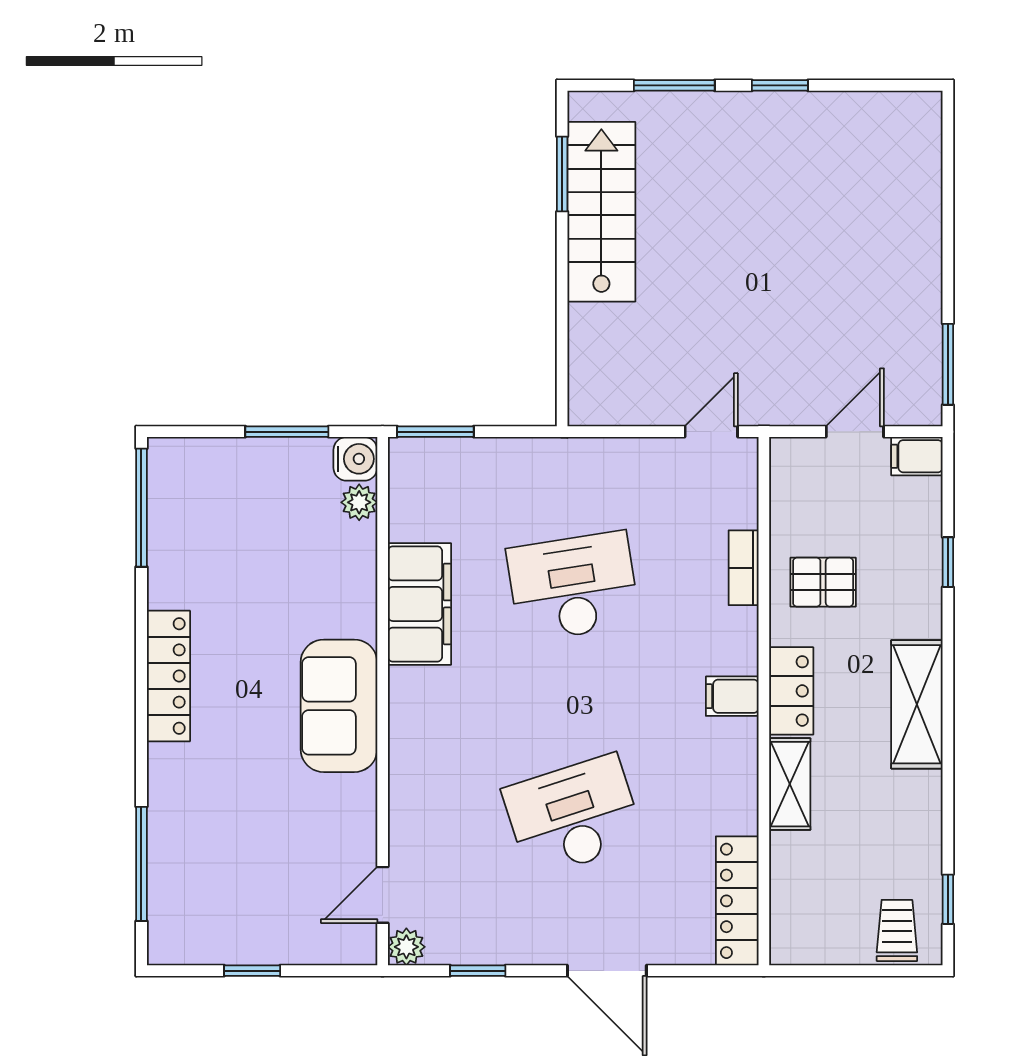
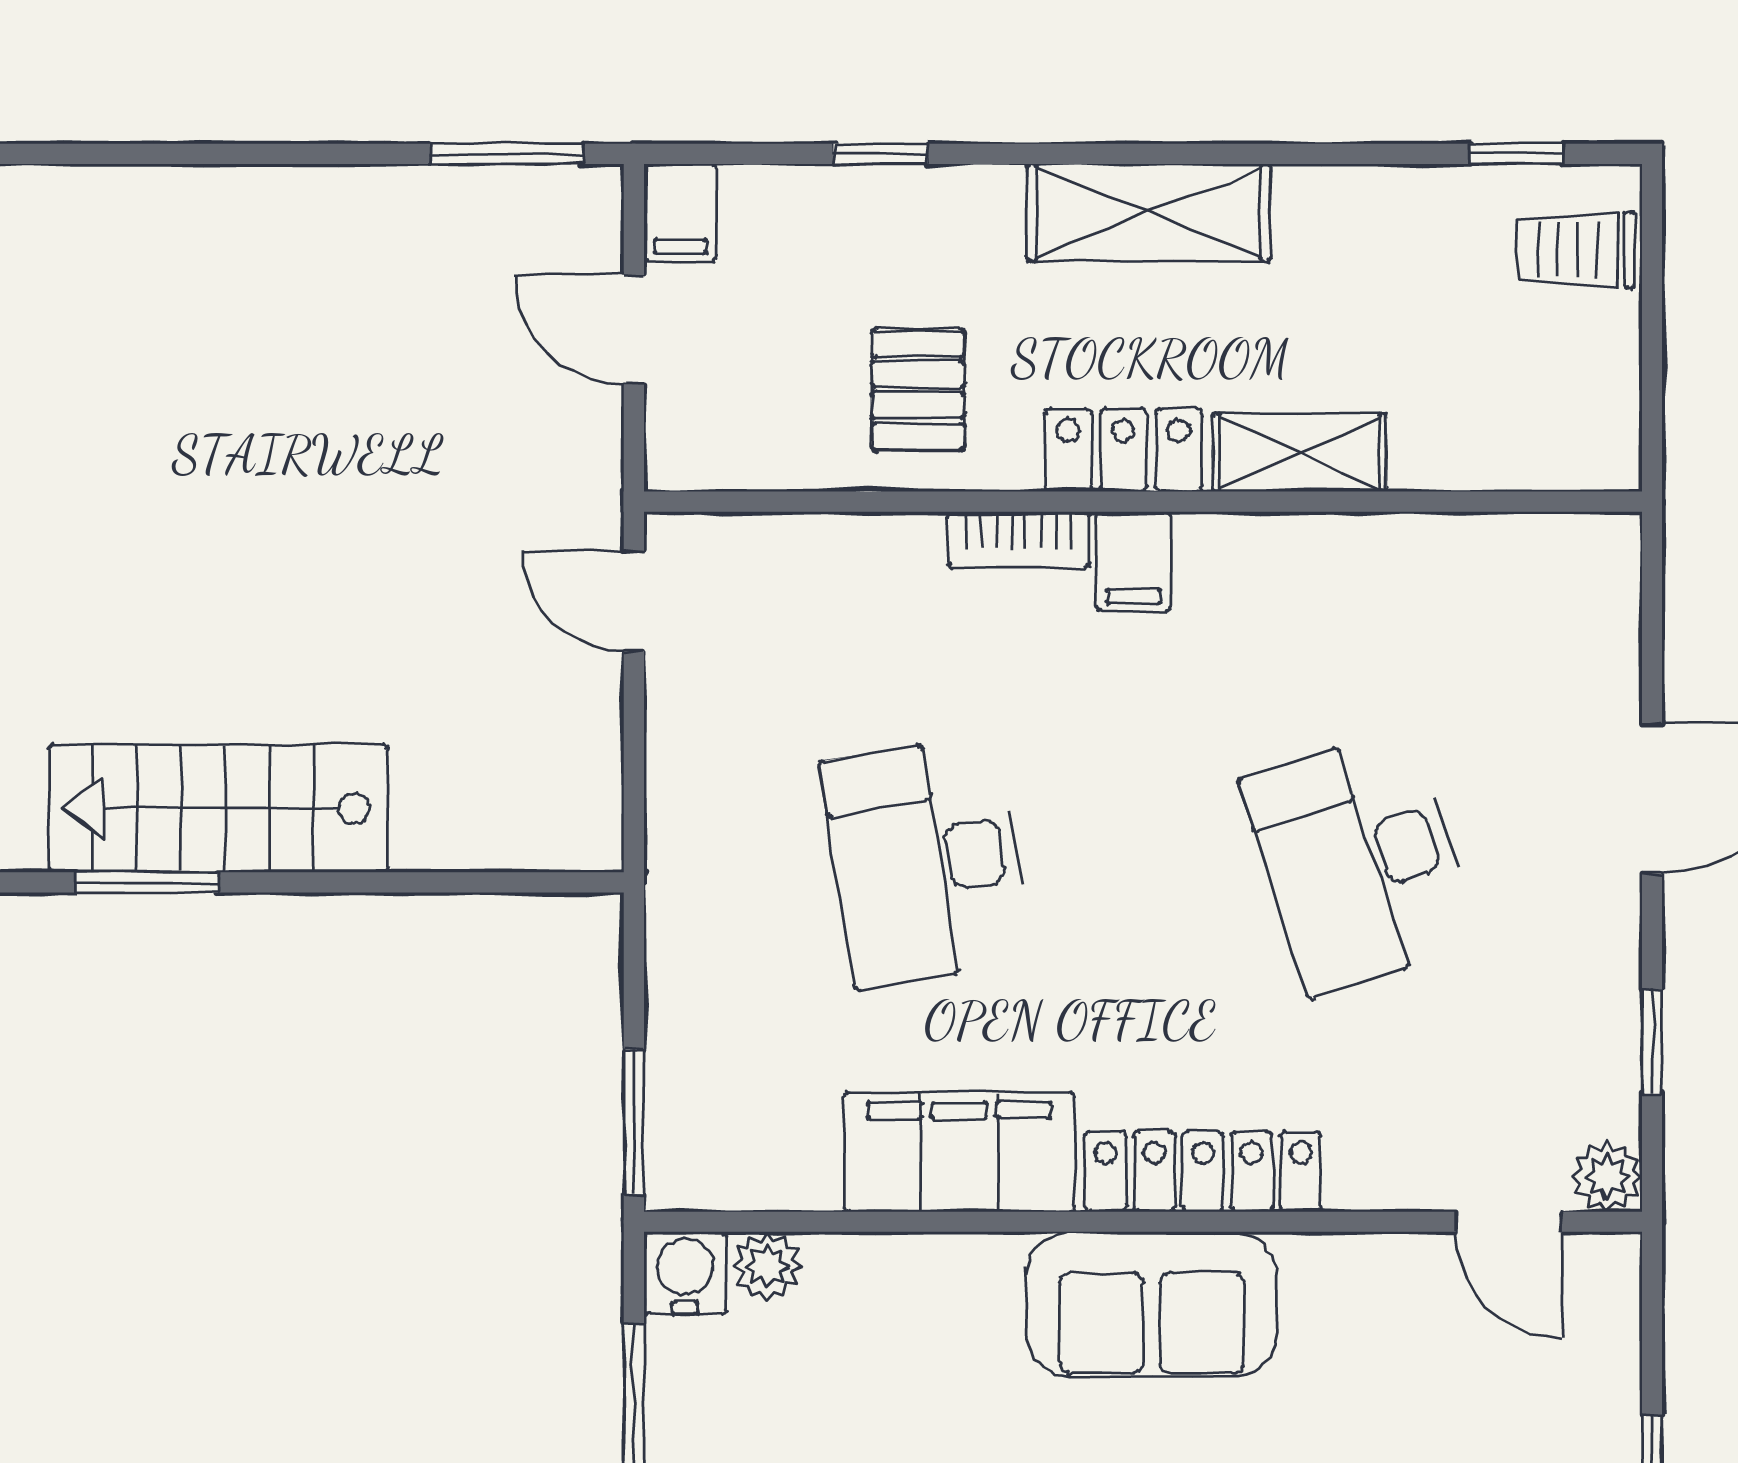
bookcase: (744, 568) -> (1019, 540), moved
locker: (737, 901) -> (1203, 1171), moved, turned 180

